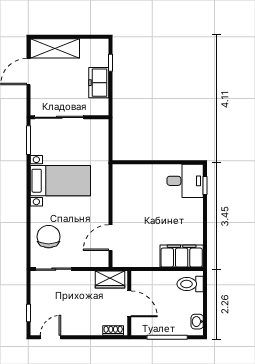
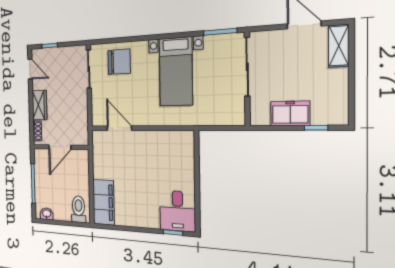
shelving: (55, 48) -> (339, 46), width x0.67, depth x0.75
wardrobe: (110, 279) -> (39, 105), moved, turned 180

